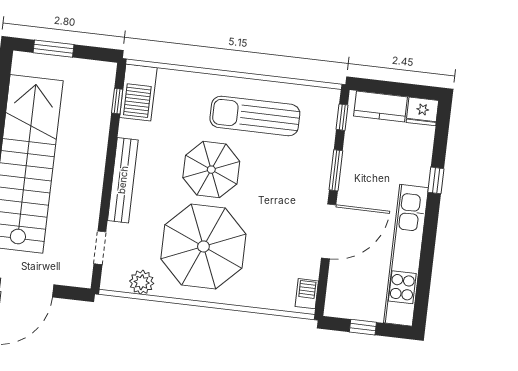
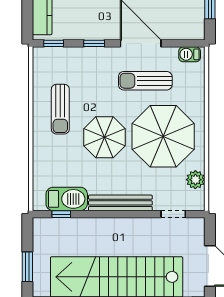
barbecue: (138, 92) -> (67, 199), moved
sun lounger: (255, 116) -> (60, 109), width x0.73, depth x0.75
window: (336, 170) -> (94, 43), width x0.67
sun lounger: (279, 232) -> (145, 81), added

